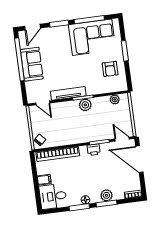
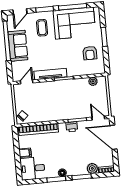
coffee table: (57, 44) -> (42, 28), added
door: (43, 103) -> (27, 82), swing flipped
plant: (85, 105) -> (66, 85), removed
plant: (106, 195) -> (92, 168), moved

